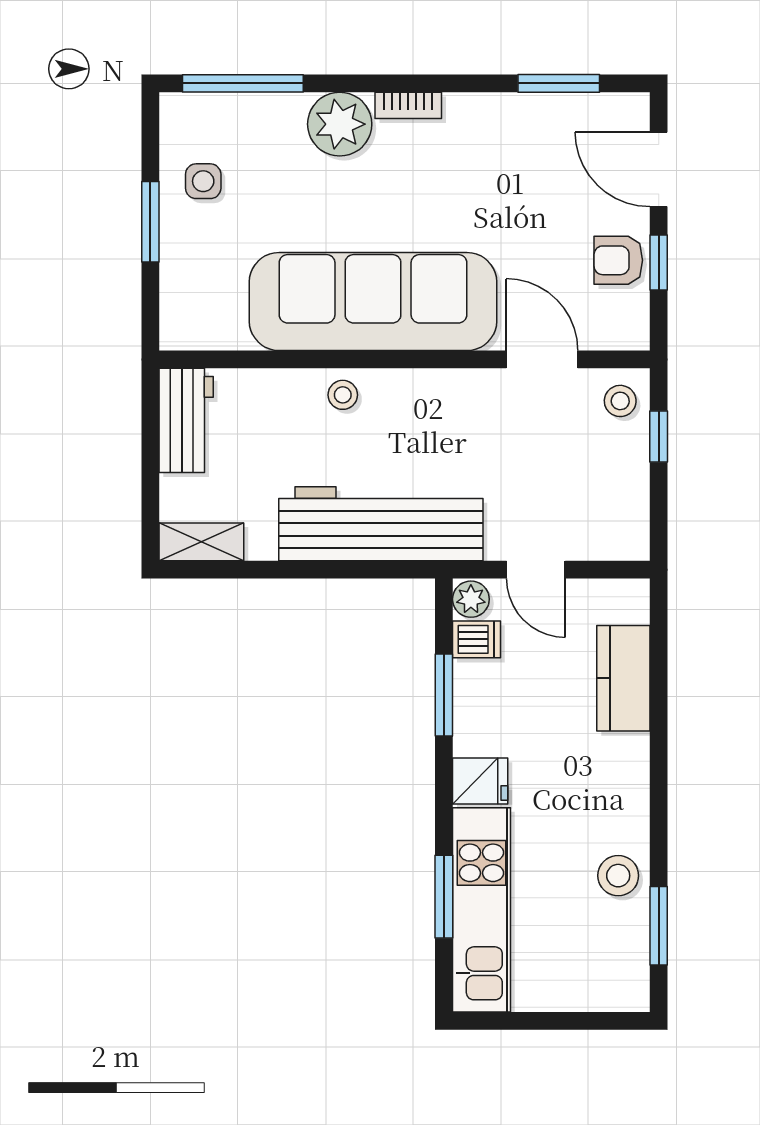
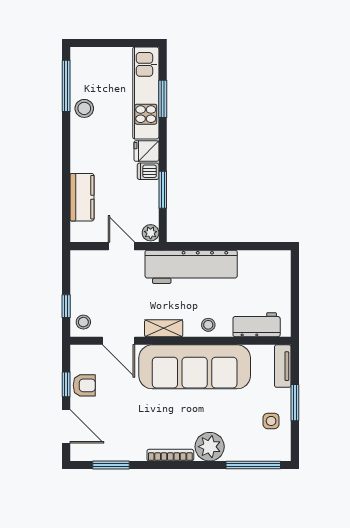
bookcase: (408, 105) -> (170, 455), width x1.56
tv unit: (177, 303) -> (283, 366), added
workbench: (186, 420) -> (257, 325), moved, turned 90
shelving: (201, 542) -> (164, 328), moved
dishwasher: (476, 639) -> (148, 171), moved
window: (659, 926) -> (66, 86), width x1.44

